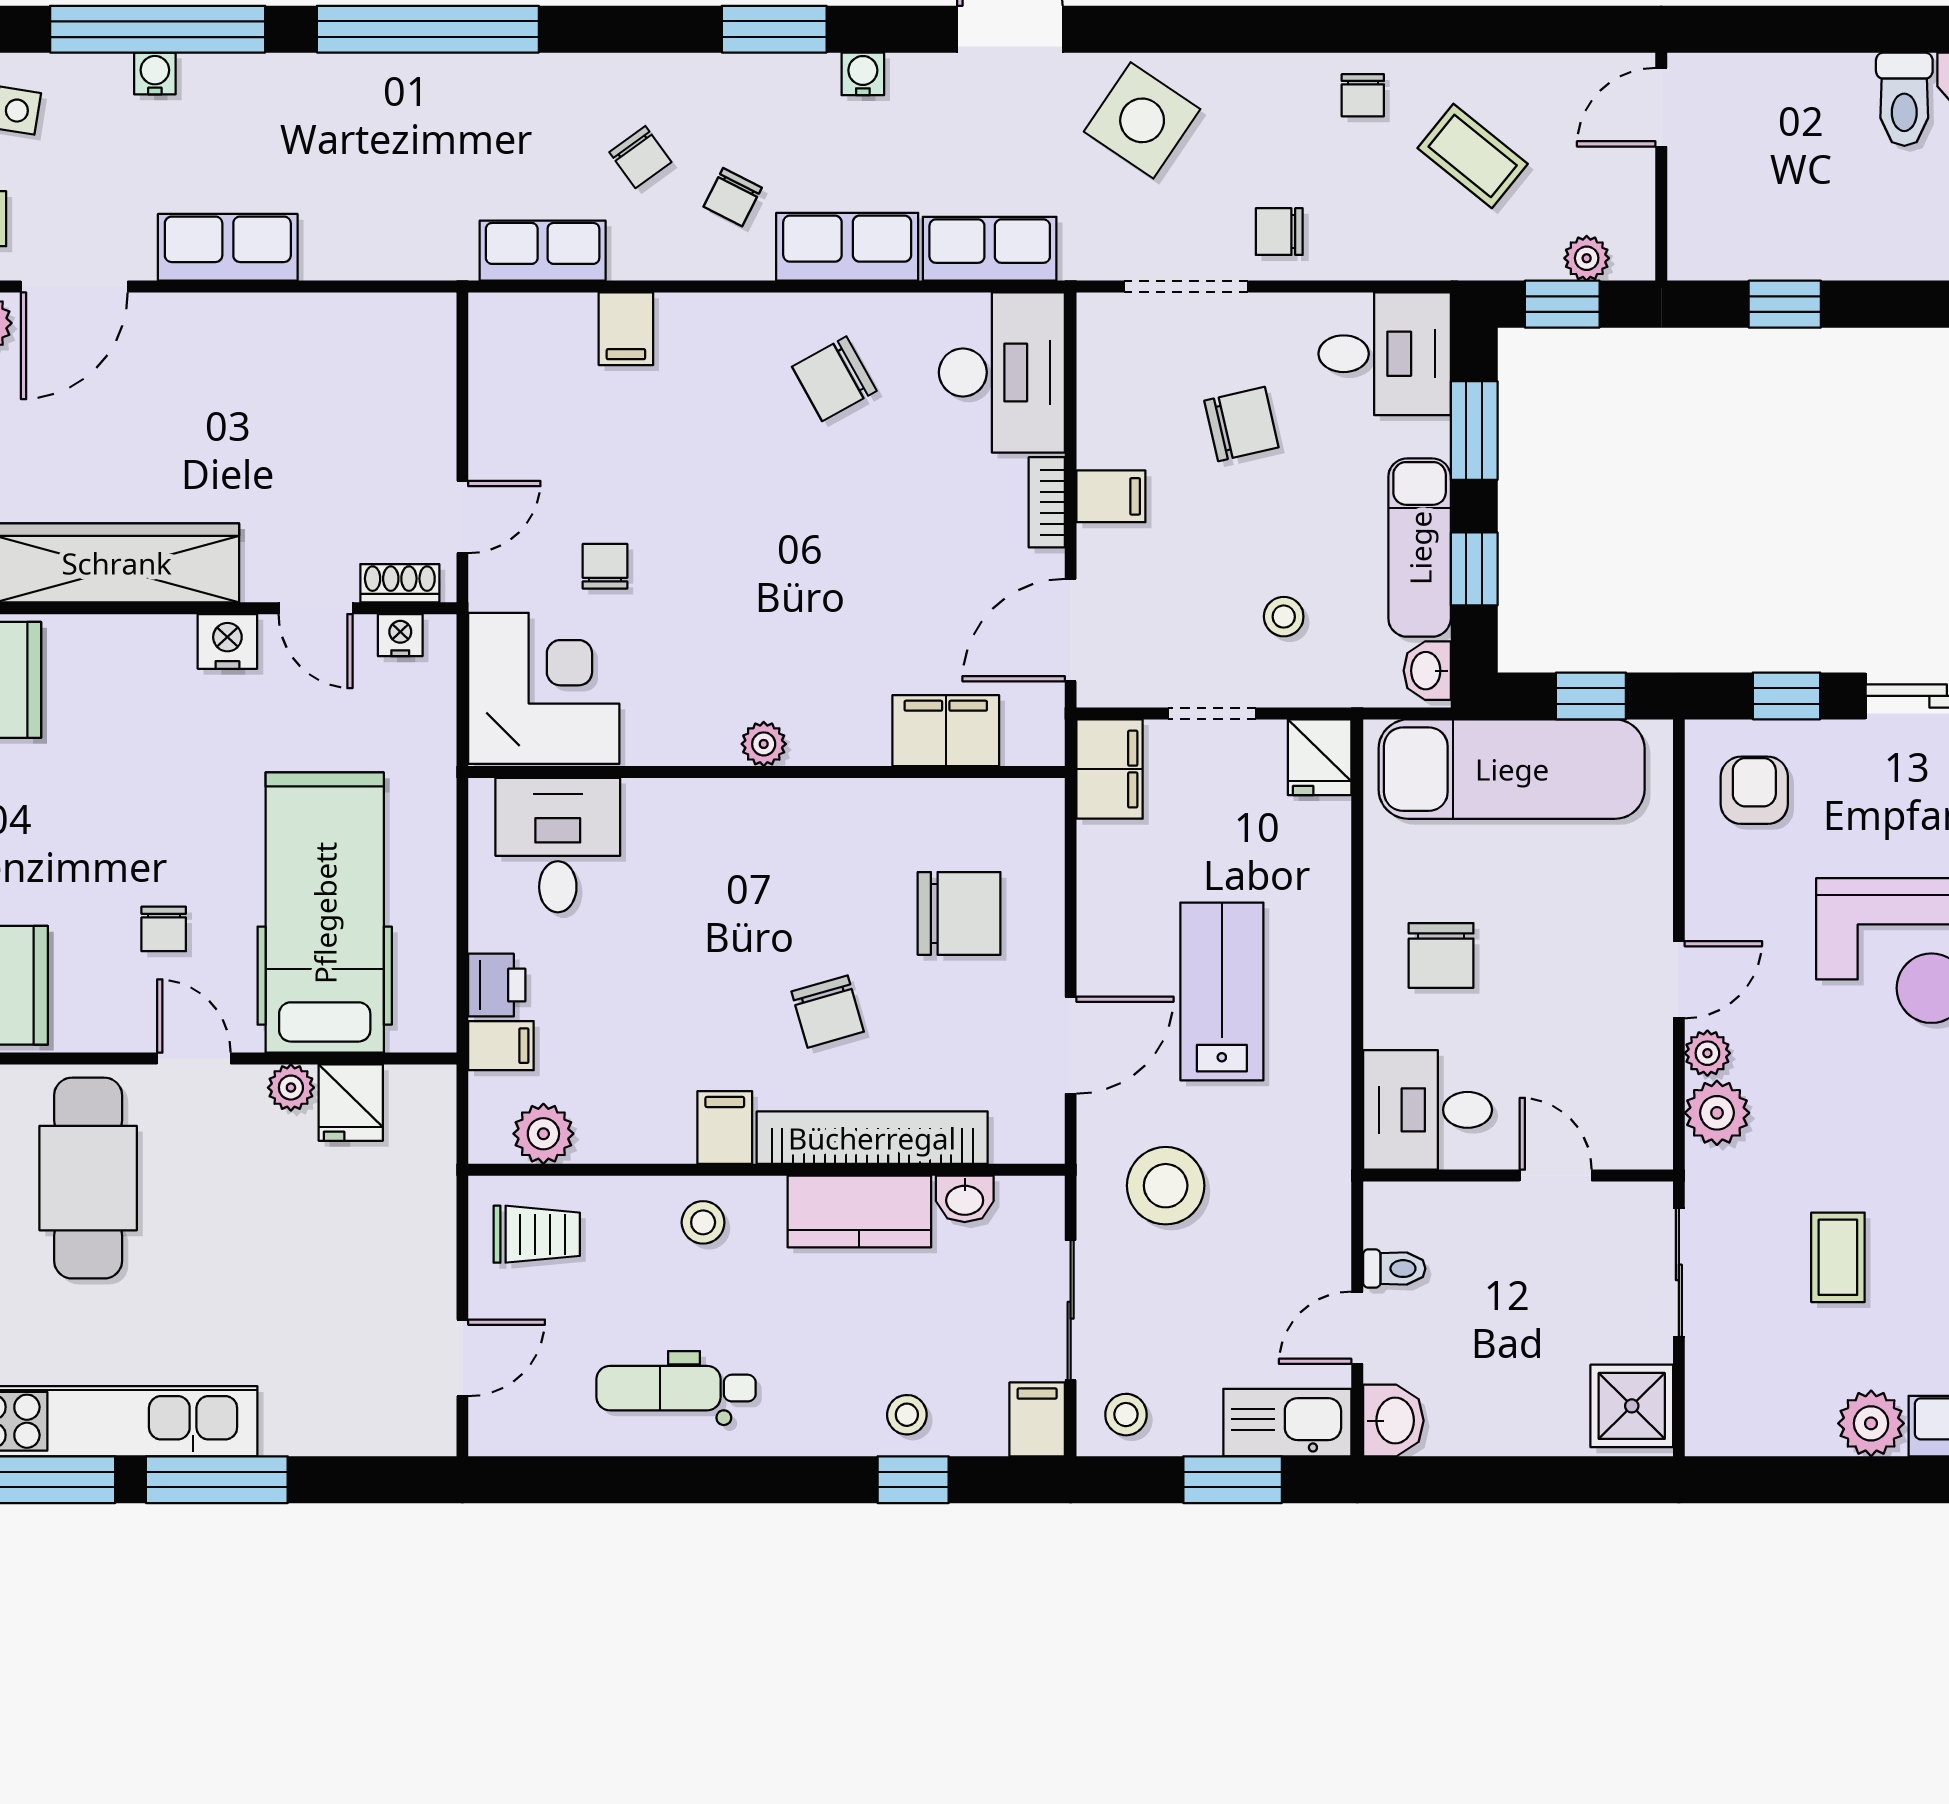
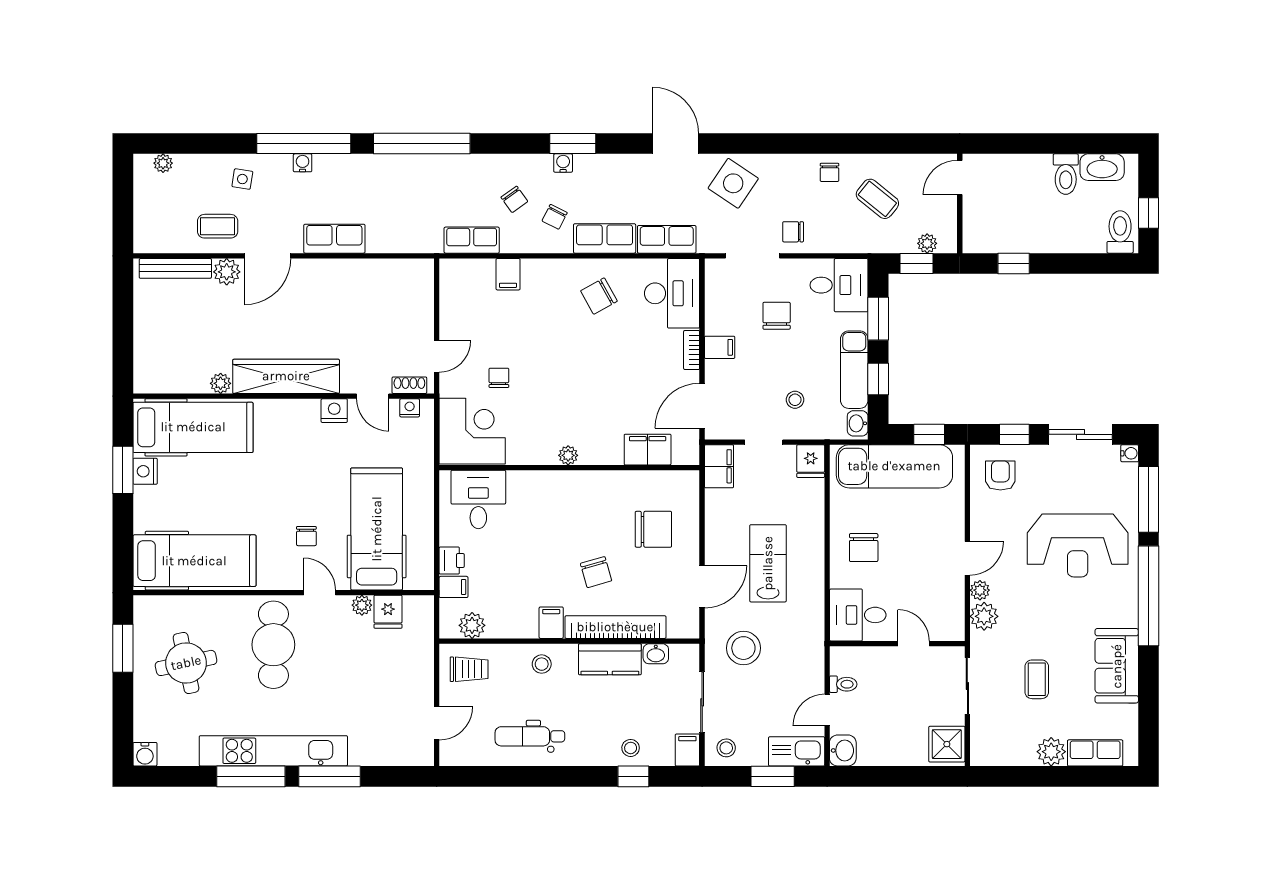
water cooler: (863, 74) -> (563, 163), moved
chair: (1241, 424) -> (777, 316), turned -77

